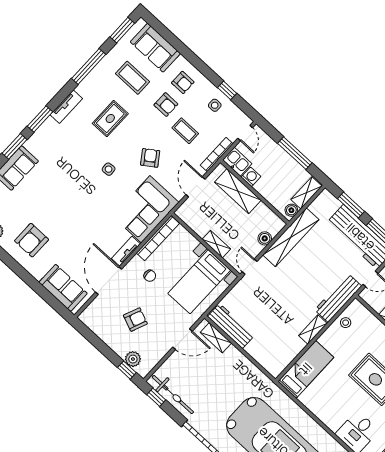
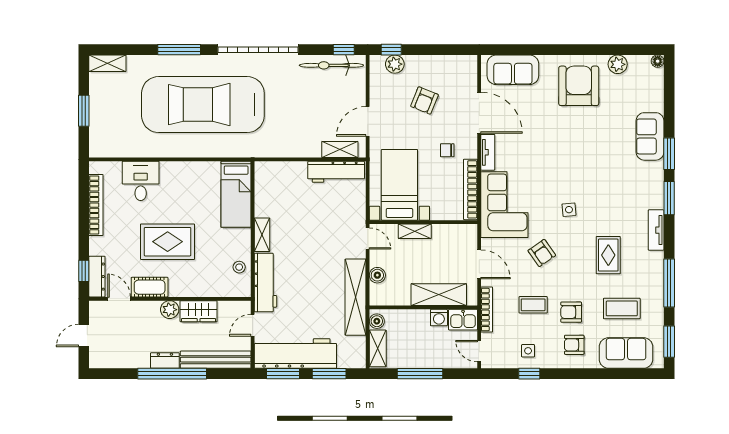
armchair: (32, 240) -> (579, 86), width x1.36, depth x1.36

